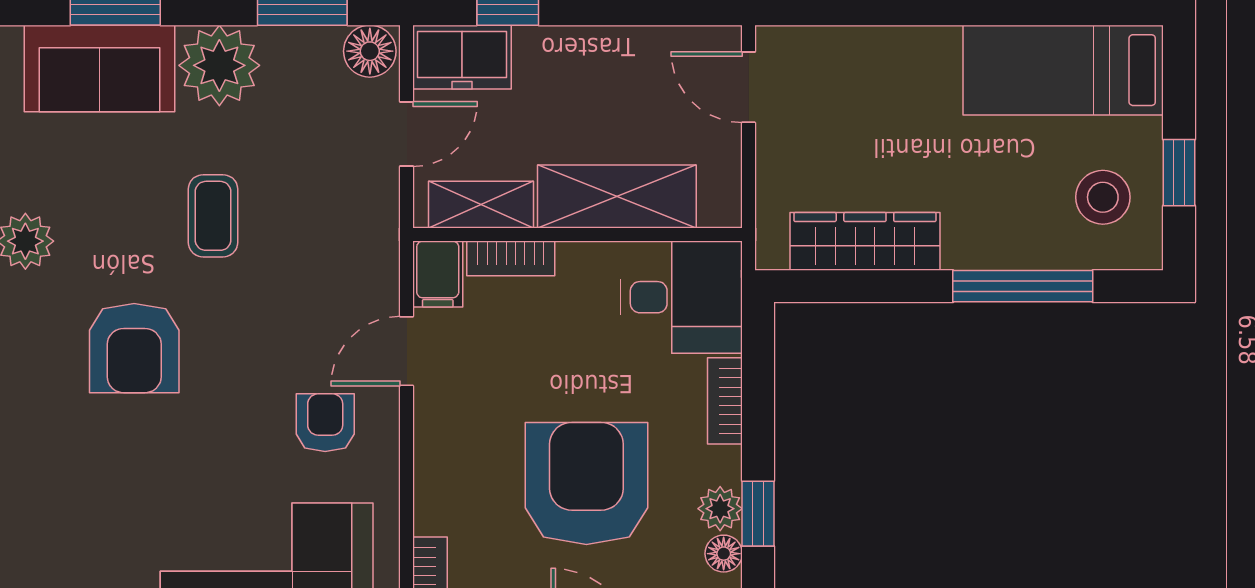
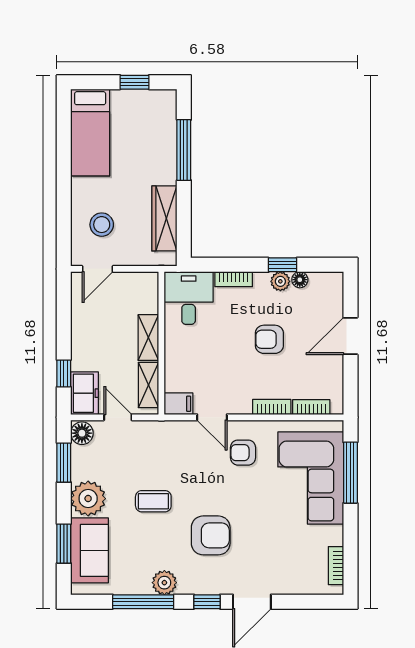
shelving: (617, 197) -> (148, 338), width x0.67, depth x0.75
stool: (1103, 197) -> (102, 225), moved
bookcase: (511, 258) -> (272, 407), moved, turned -90
armchair: (586, 483) -> (269, 339), width x0.53, depth x0.53

